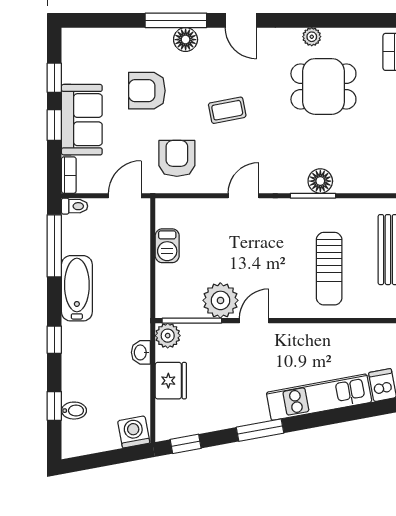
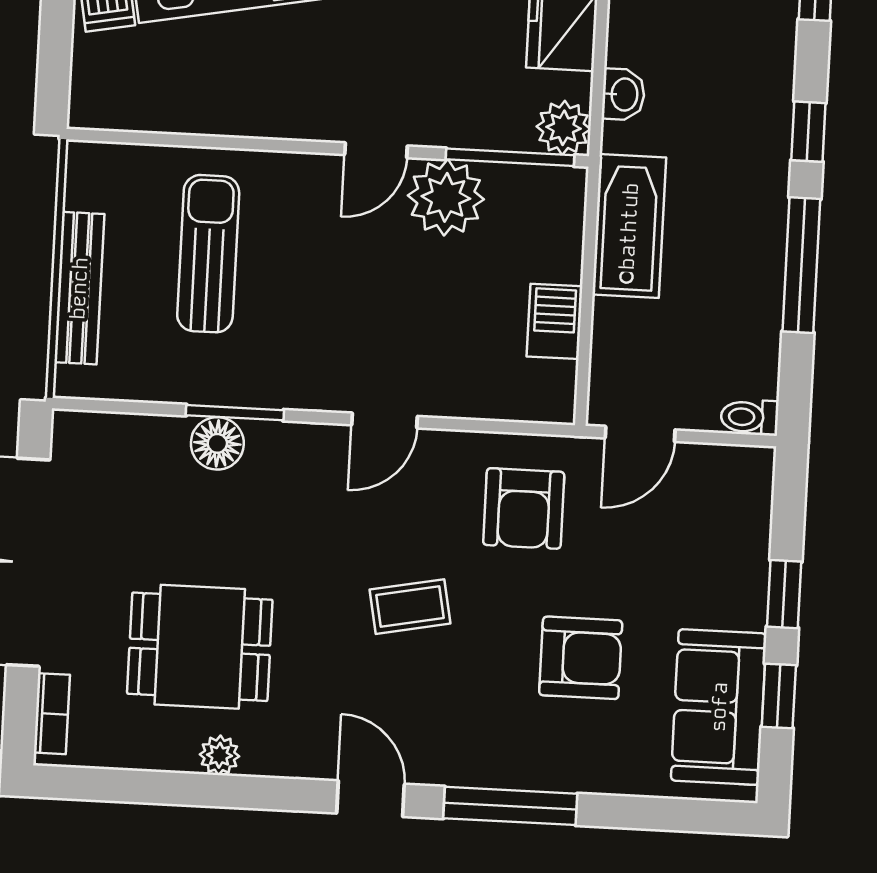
floor lamp: (186, 40) -> (492, 764), removed
sofa: (82, 120) -> (719, 707), moved
bookcase: (69, 175) -> (759, 485), removed
window: (54, 246) -> (801, 265), moved
bathtub: (77, 288) -> (629, 226), moved, turned 180

